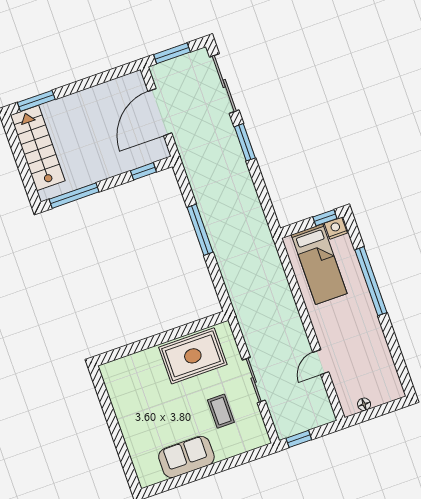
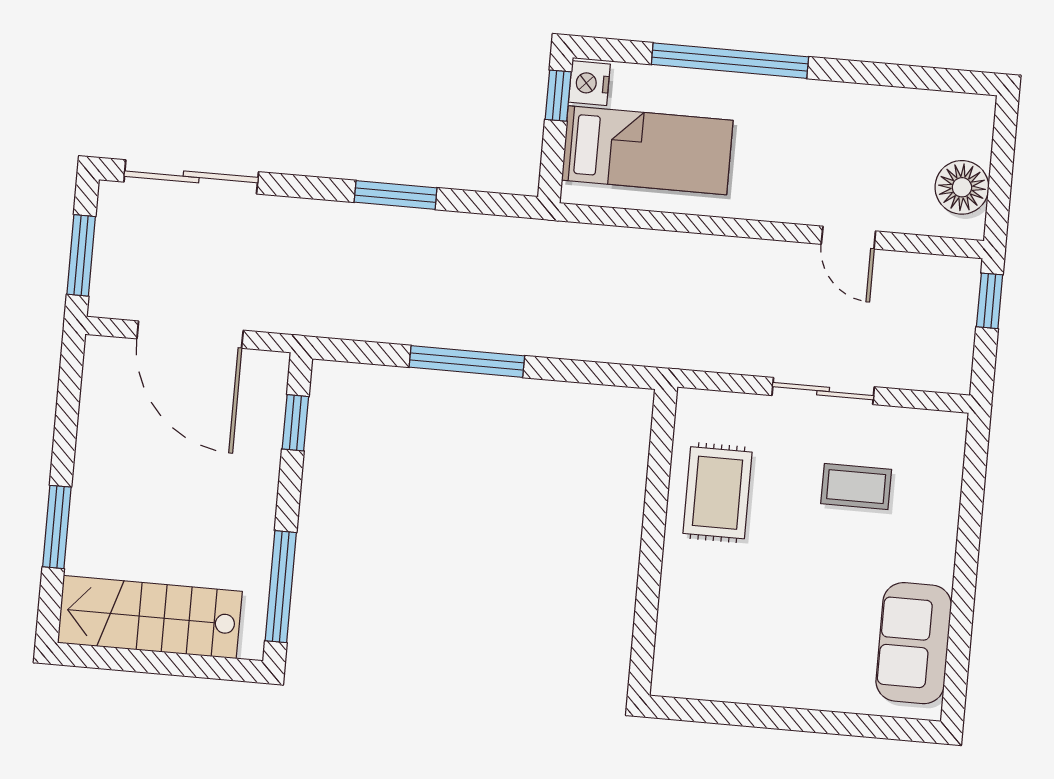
window: (36, 101) -> (57, 527), moved
window: (245, 142) -> (396, 195), moved
rug: (193, 356) -> (718, 493), width x0.73, depth x0.70
floor lamp: (364, 404) -> (962, 187), width x1.89, depth x1.89
window: (299, 439) -> (990, 301), moved
sofa: (186, 457) -> (914, 643), moved

